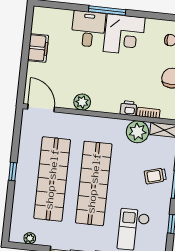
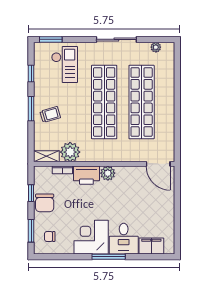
filing cabinet: (38, 48) -> (151, 246), moved, turned 90
plant: (82, 102) -> (108, 173), moved
printer: (128, 108) -> (86, 175), width x1.87, depth x1.48
window: (13, 172) -> (177, 105), removed

